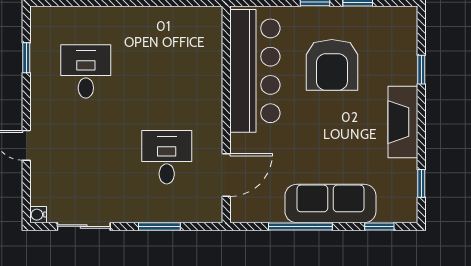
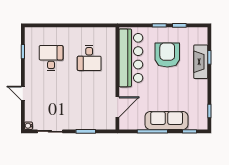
armchair: (332, 65) -> (167, 55), turned 180
fireplace: (403, 122) -> (201, 62), moved
desk: (167, 157) -> (89, 58), moved, turned 180

